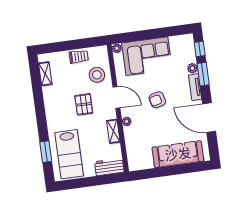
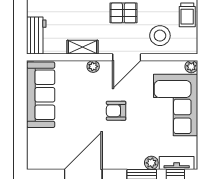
tv unit: (195, 87) -> (177, 163), moved
armchair: (157, 100) -> (116, 111), turned -76
sofa: (178, 154) -> (41, 95), moved

